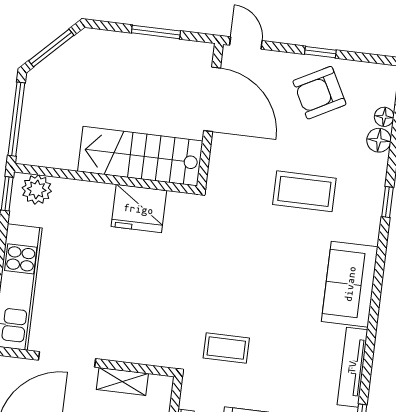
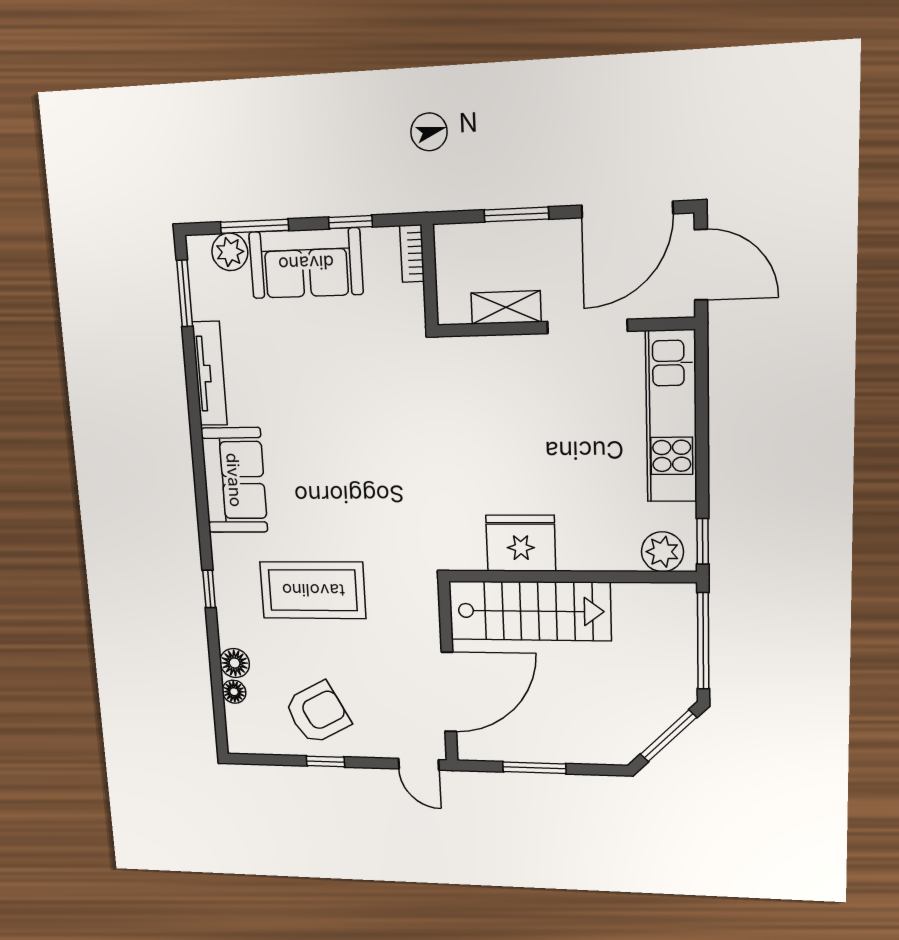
door: (212, 99) -> (449, 692), swing flipped
coffee table: (304, 191) -> (313, 590), width x1.36, depth x1.32
coffee table: (226, 348) -> (375, 374), removed

